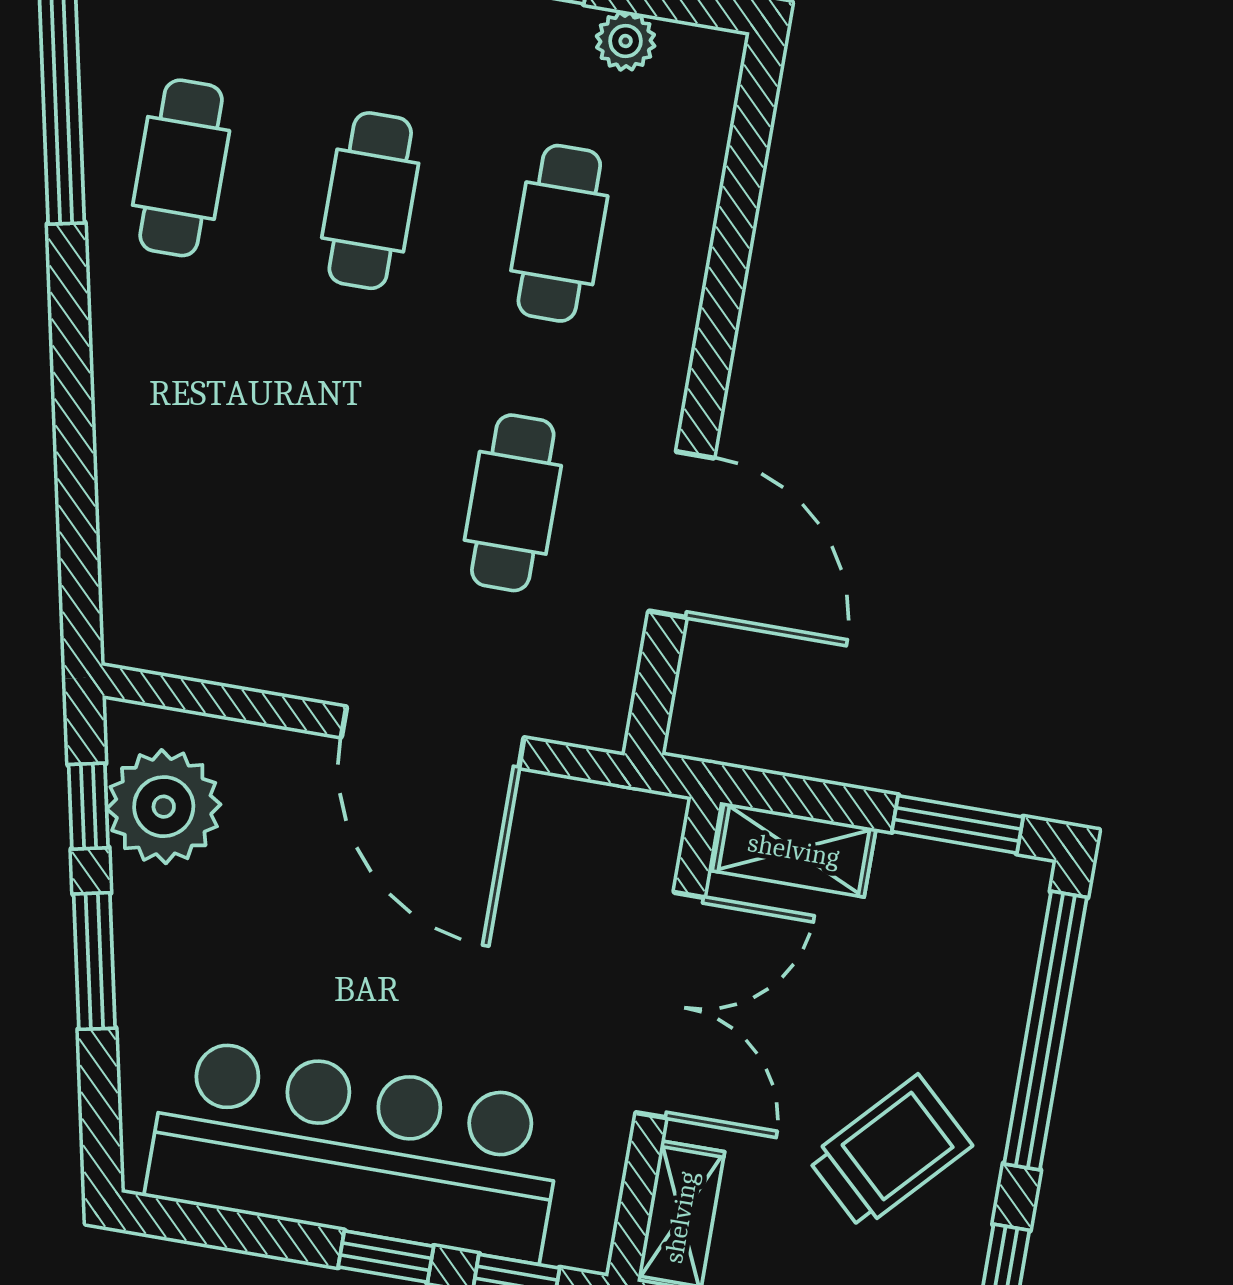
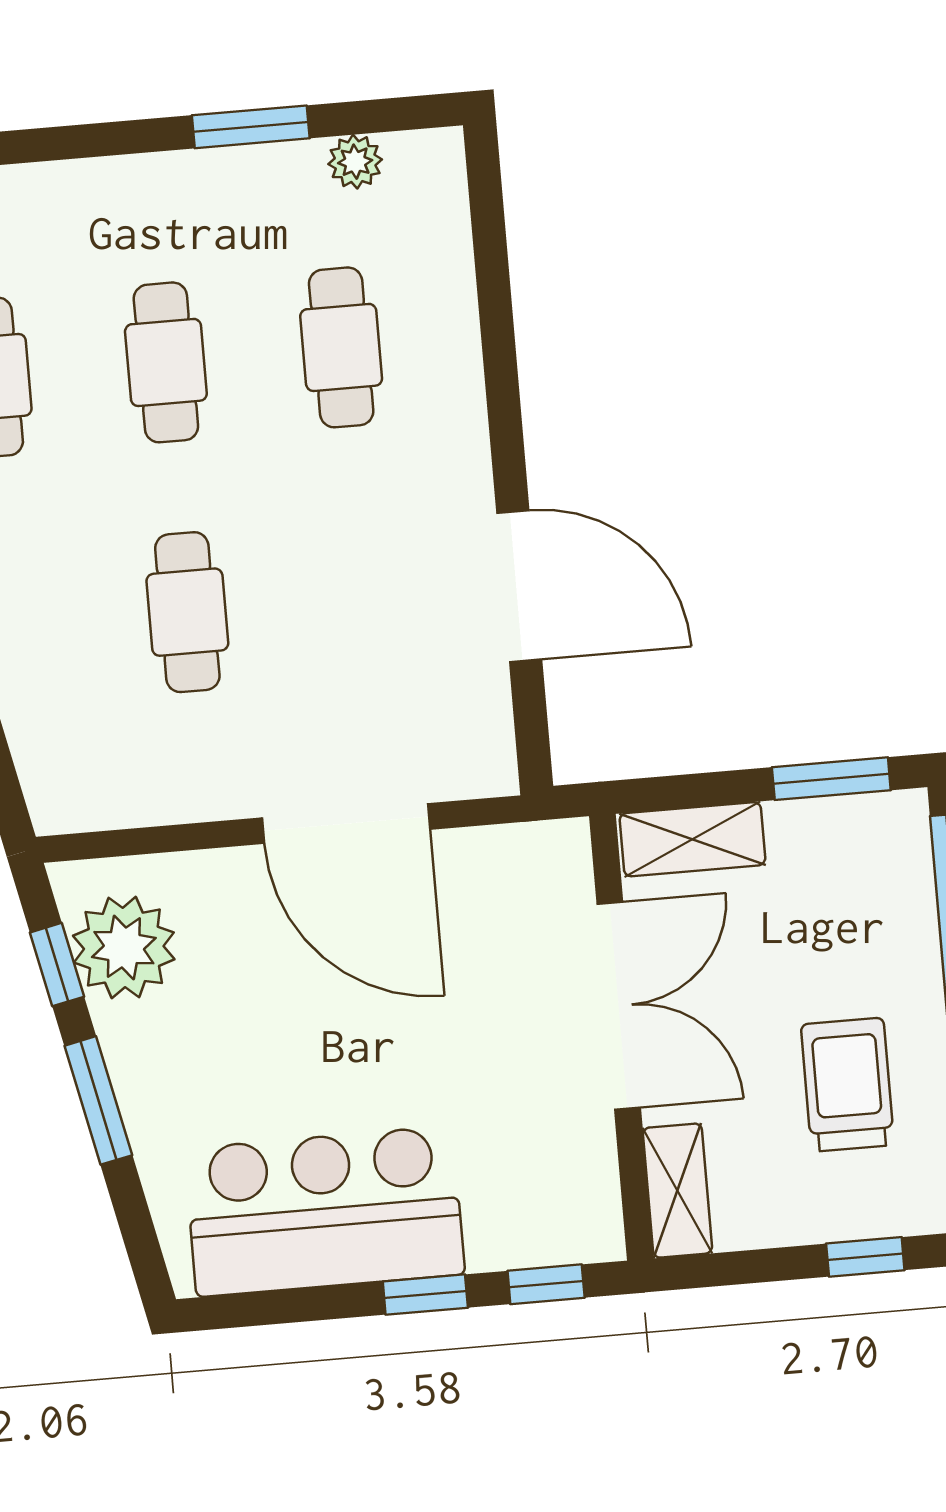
cafe table: (513, 503) -> (187, 612), moved
bar counter: (355, 1150) -> (325, 1211), width x0.73
trolley: (890, 1152) -> (847, 1085), turned -43

